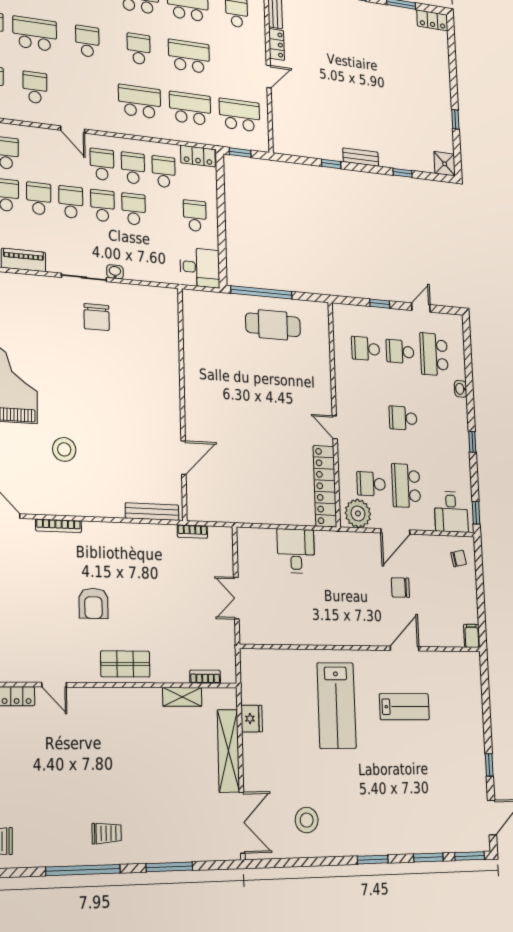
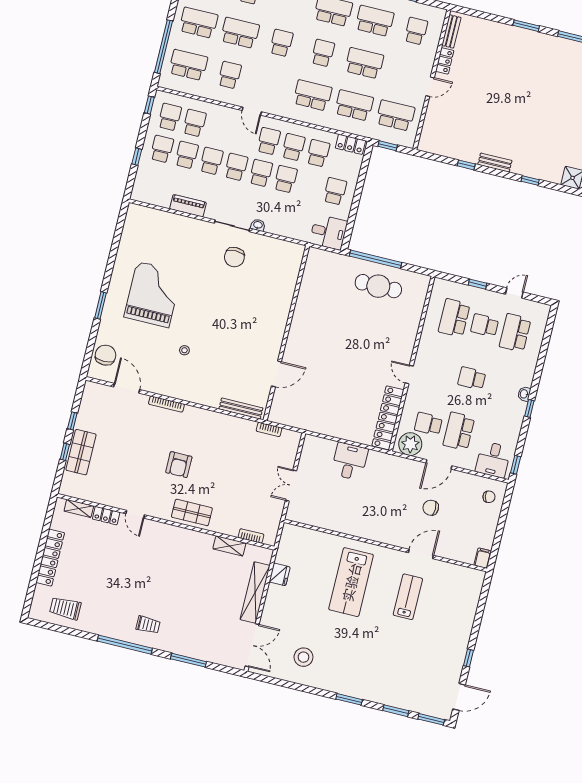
school desk: (366, 349) -> (454, 318), width x1.85
washbasin: (461, 389) -> (524, 394), moved
stool: (64, 449) -> (184, 350), width x0.53, depth x0.53
lab bench: (404, 707) -> (408, 597), turned -90

